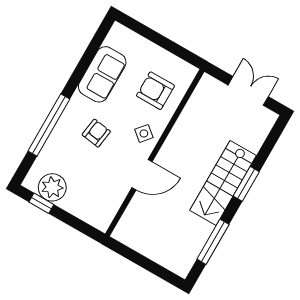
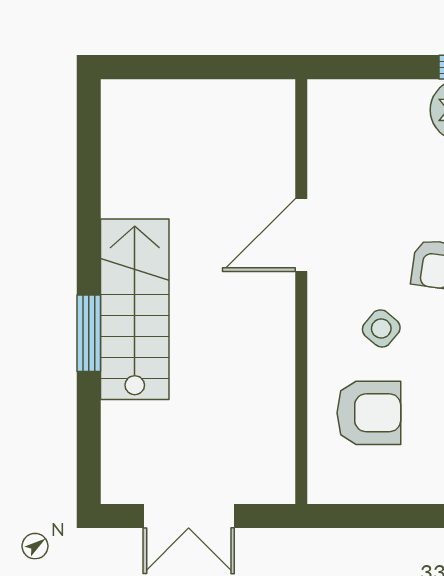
side table: (144, 133) -> (381, 328), moved
window: (213, 242) -> (89, 184), removed

